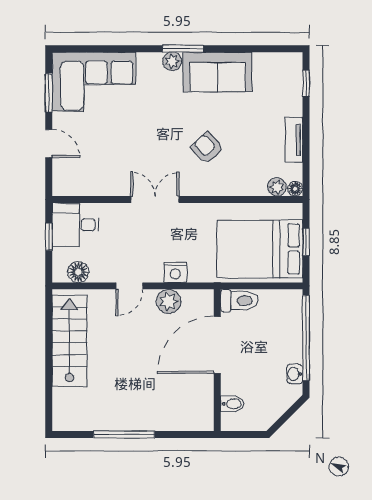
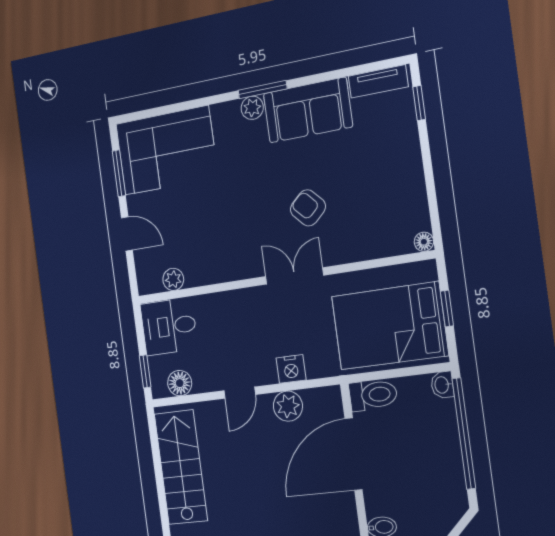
tv unit: (294, 140) -> (378, 81), moved, turned -90
plant: (277, 187) -> (173, 279), moved
double door: (155, 199) -> (294, 276), moved
window: (49, 237) -> (145, 371), moved
washbasin: (295, 374) -> (442, 385), moved

